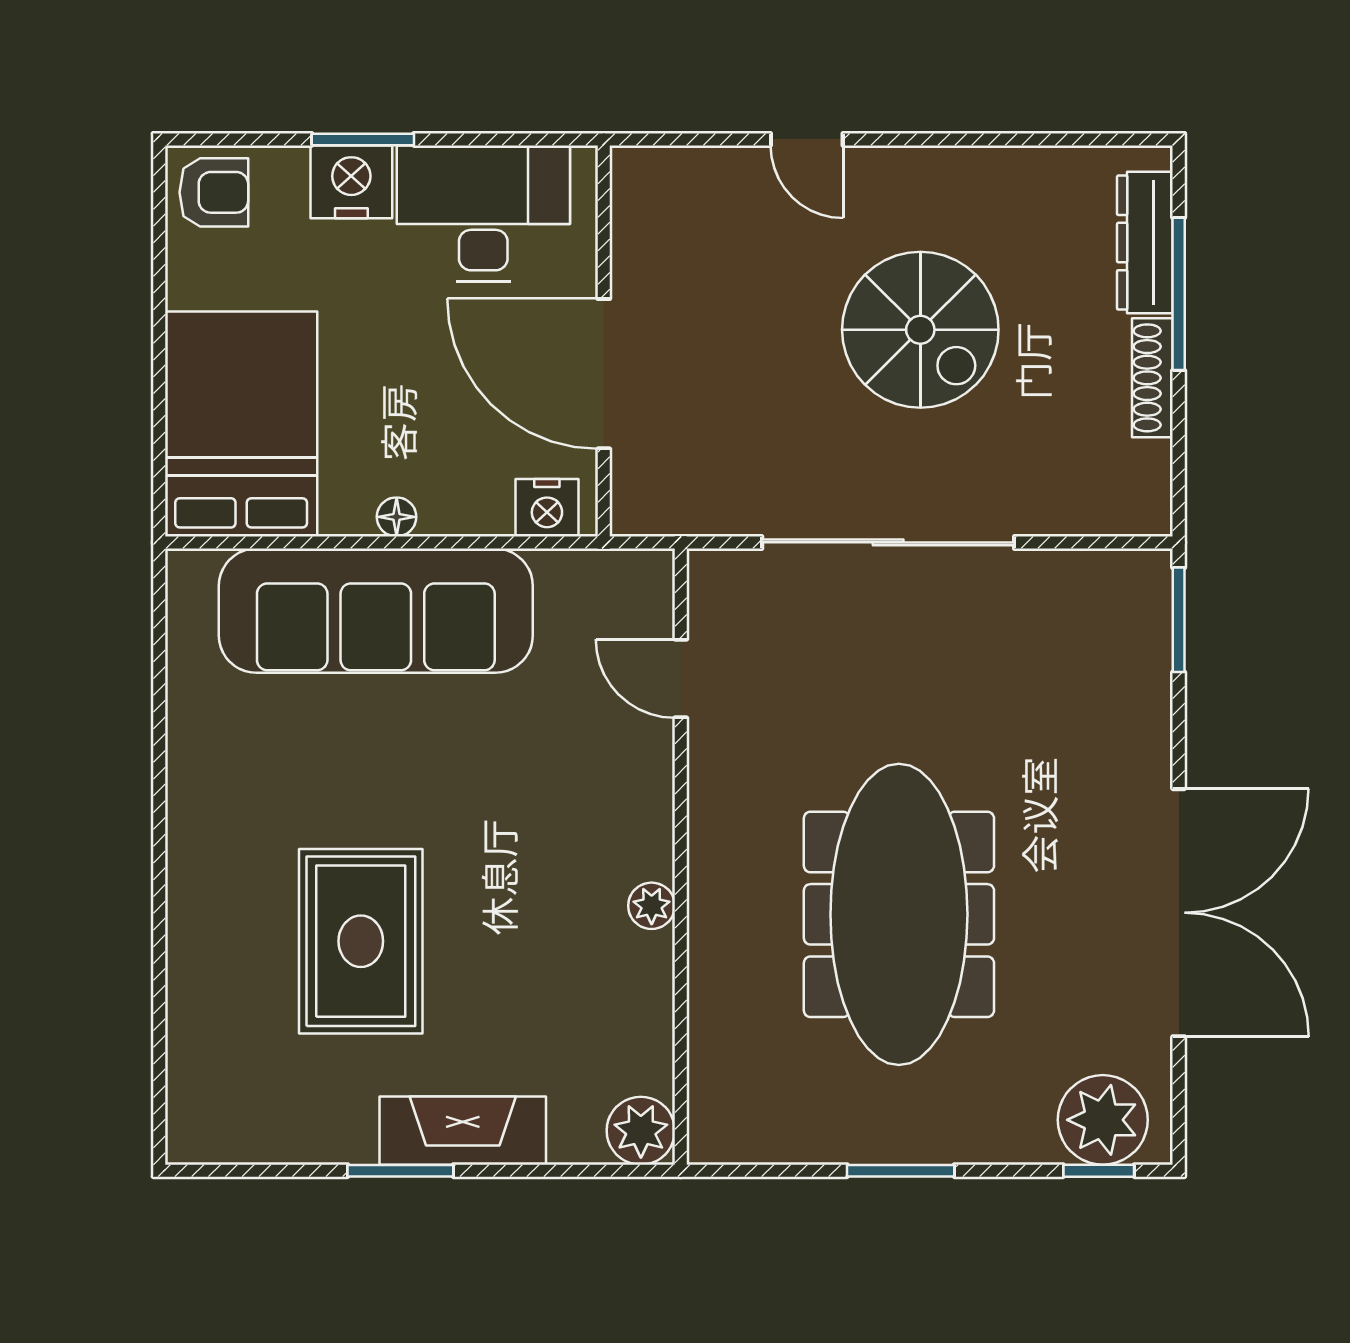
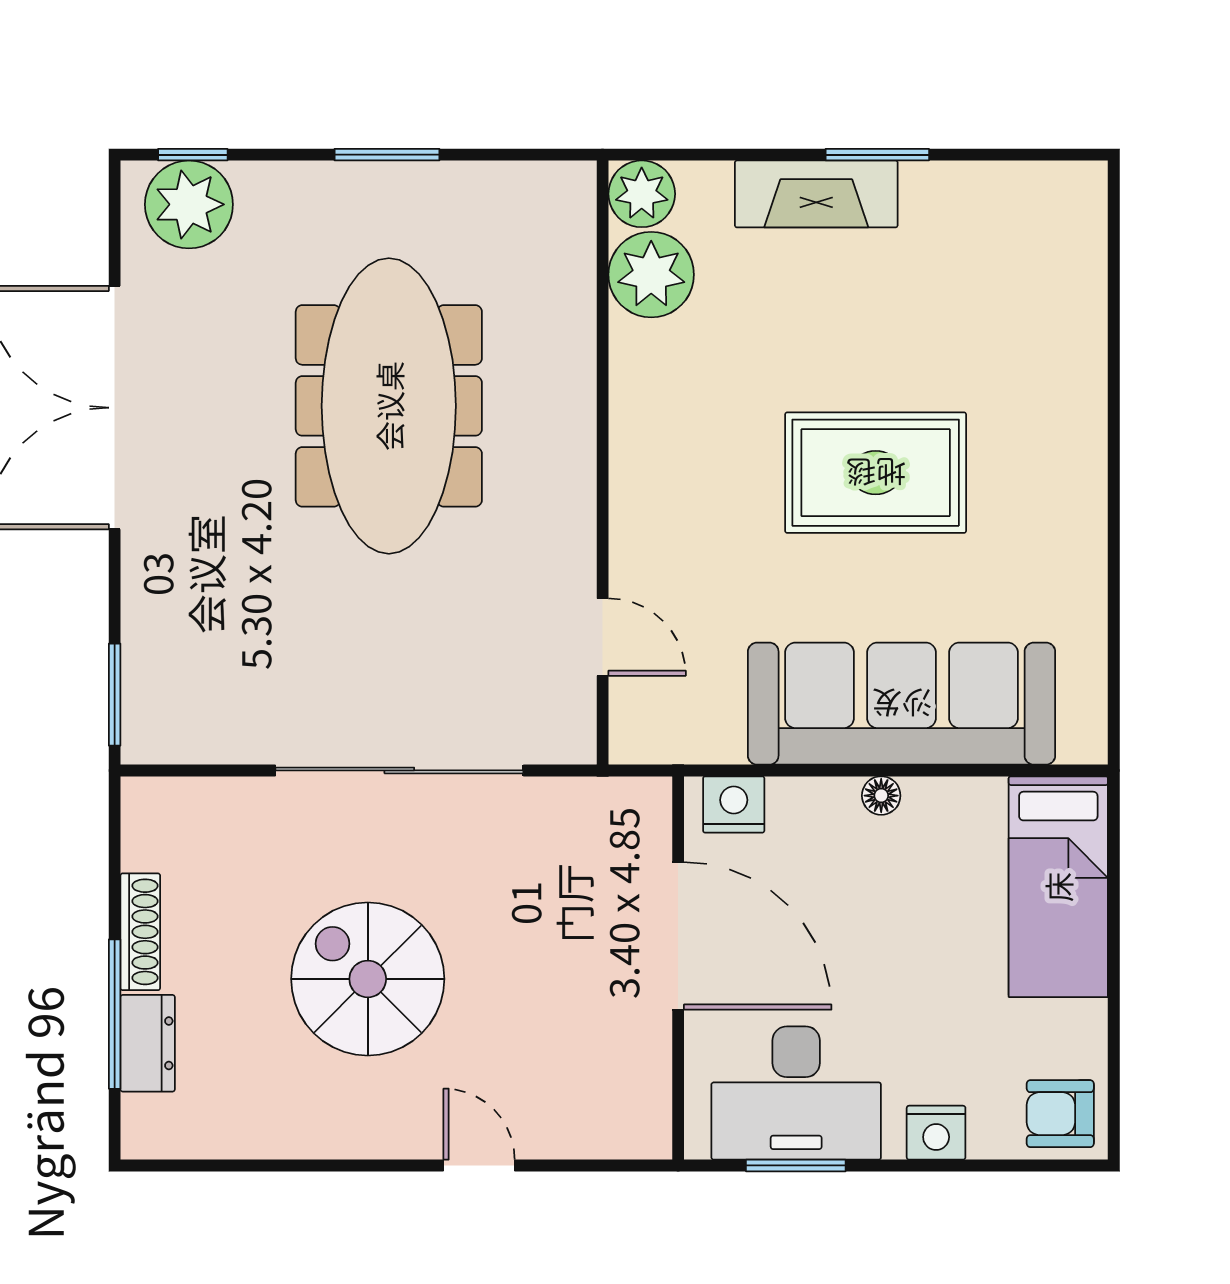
window: (363, 139) -> (796, 1165), moved
nightstand: (351, 182) -> (936, 1133), width x0.74, depth x0.75
dresser: (1145, 243) -> (148, 1043), width x0.70
bed: (241, 424) -> (1058, 887), width x0.67
plant: (652, 906) -> (651, 275), moved, width x1.88, depth x1.88
rug: (361, 941) -> (876, 473), moved, turned 90

